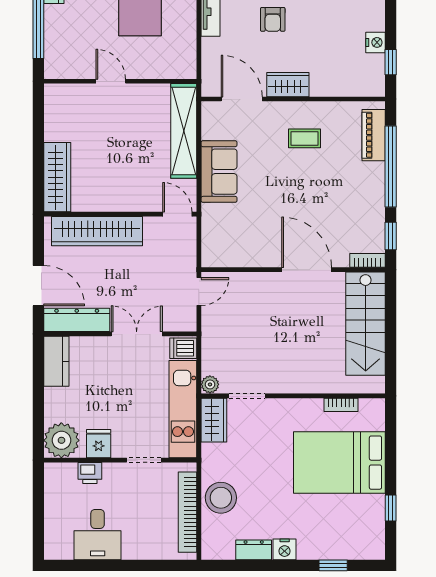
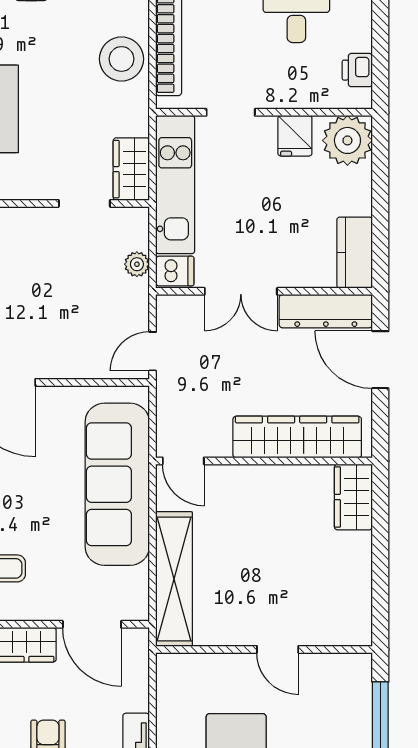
sofa: (219, 172) -> (117, 484), width x1.85, depth x1.27
wardrobe: (57, 177) -> (353, 497), width x0.67
plant: (210, 384) -> (137, 264), moved
printer: (90, 473) -> (357, 70), moved, turned -90

